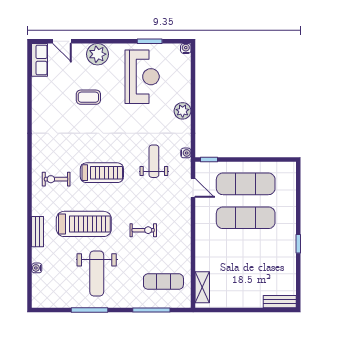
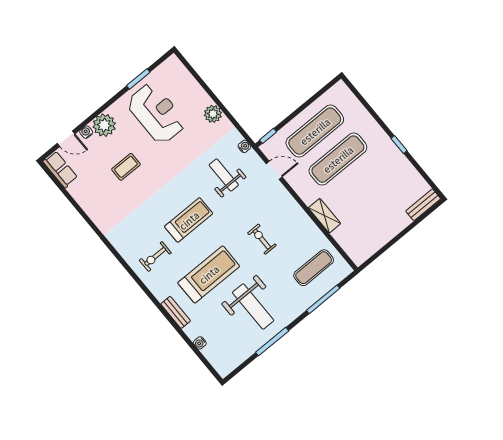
water cooler: (186, 48) -> (86, 132), moved
exercise bike: (143, 230) -> (262, 239), turned -90
shelving: (202, 287) -> (324, 216), moved

